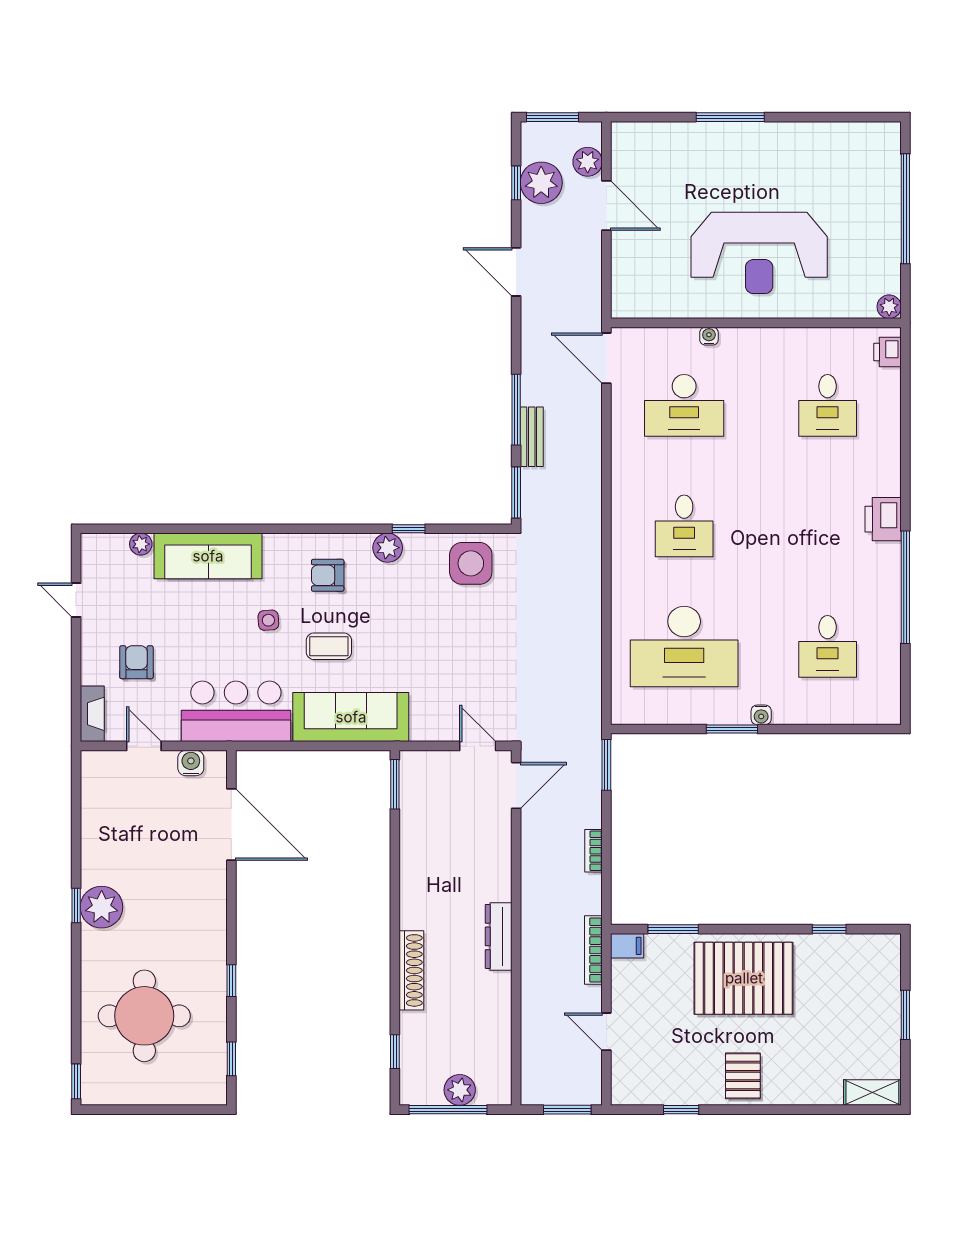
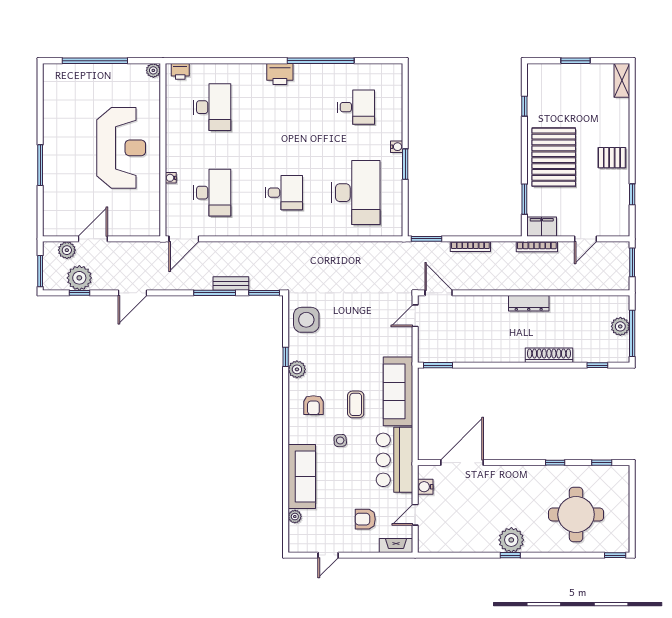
desk: (828, 405) -> (212, 107), width x1.37
bookcase: (594, 851) -> (470, 247), width x1.56
filing cabinet: (627, 946) -> (542, 227), width x2.00

